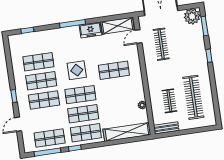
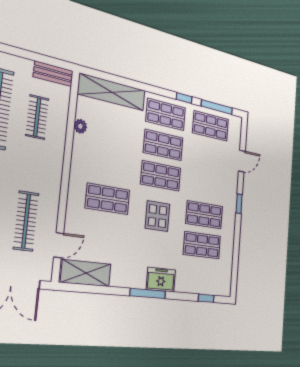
freezer: (91, 30) -> (161, 280), moved
shop shelf: (44, 100) -> (206, 185), removed

